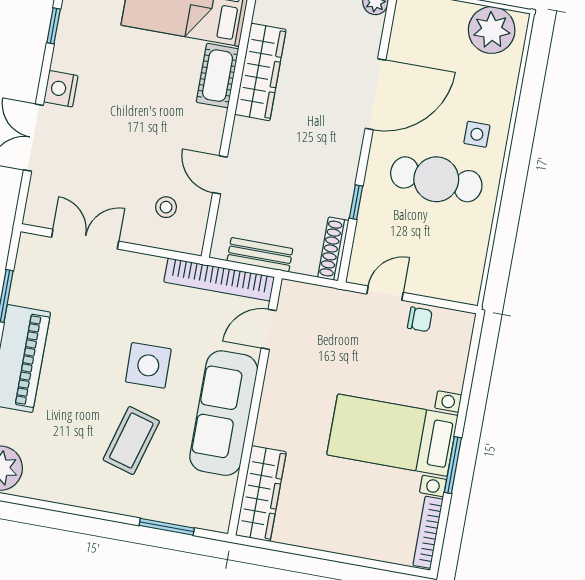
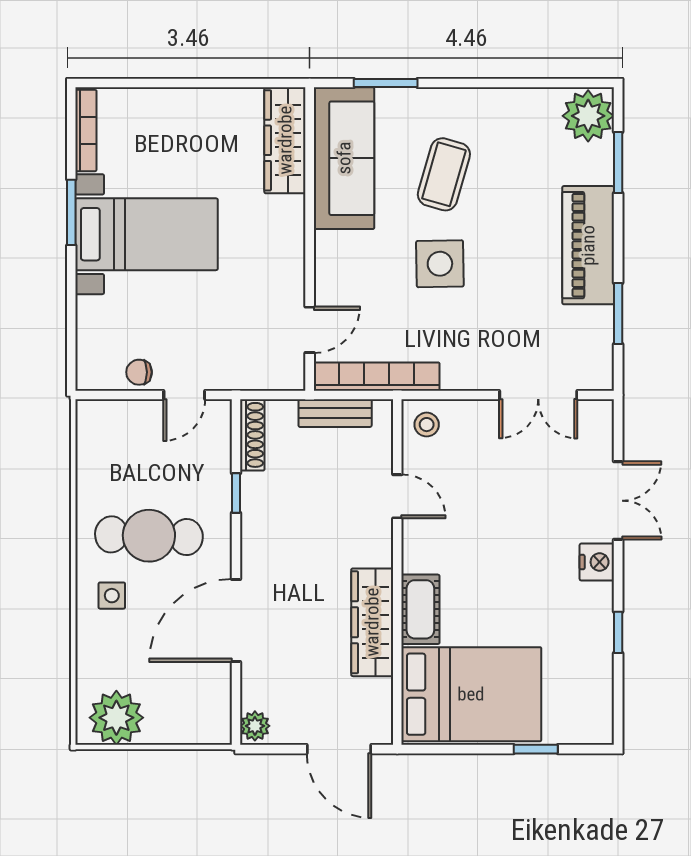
stool: (166, 207) -> (427, 425), moved
sofa: (224, 413) -> (344, 158), moved

